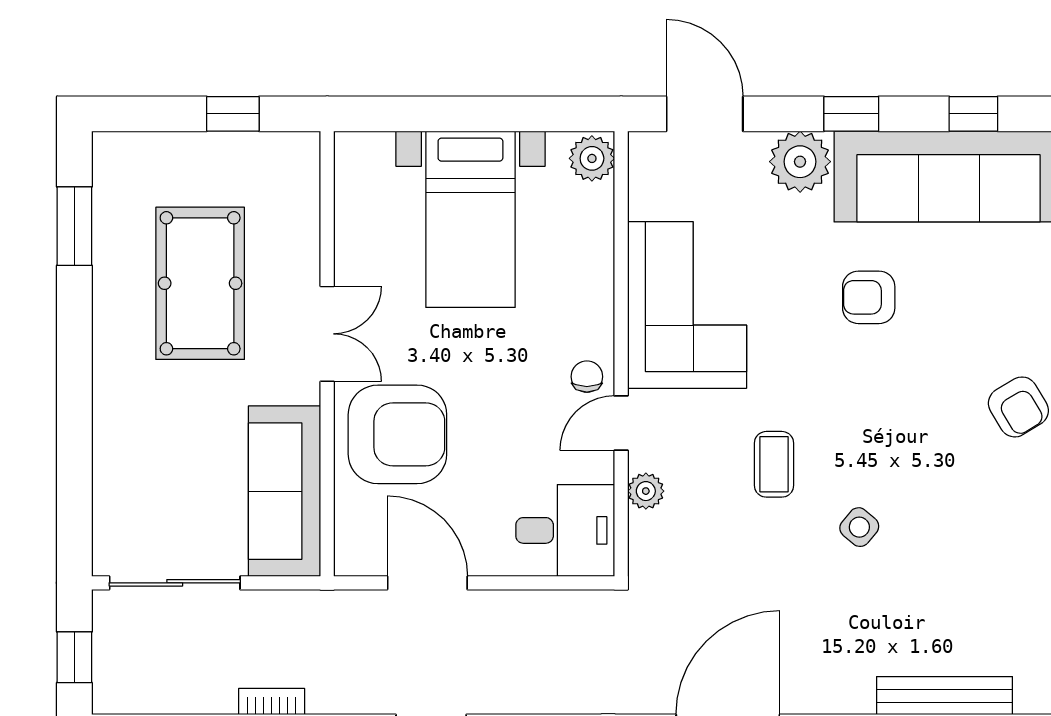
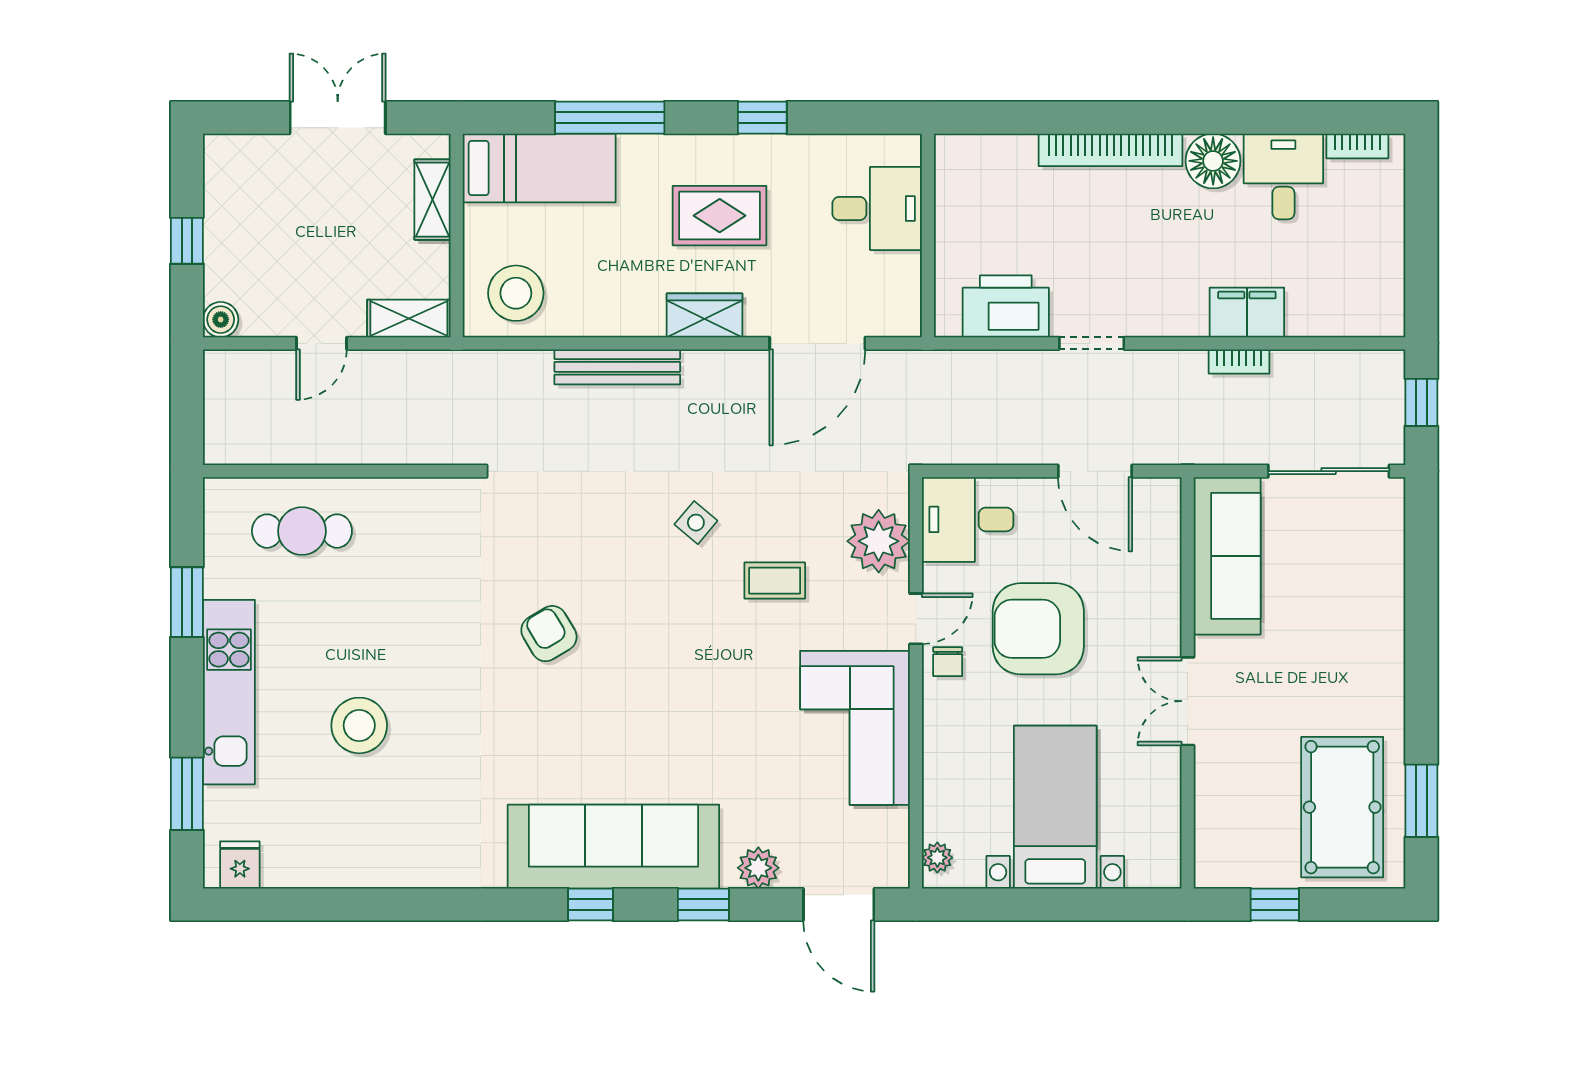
plant: (592, 158) -> (937, 858), width x0.73, depth x0.73
plant: (800, 162) -> (758, 868), width x0.73, depth x0.73
pool table: (200, 283) -> (1342, 807), moved
armchair: (869, 297) -> (687, 735), removed
armchair: (397, 434) -> (1038, 629), moved
coffee table: (774, 464) -> (775, 581), turned 90
plant: (646, 491) -> (879, 541), width x1.87, depth x1.87

